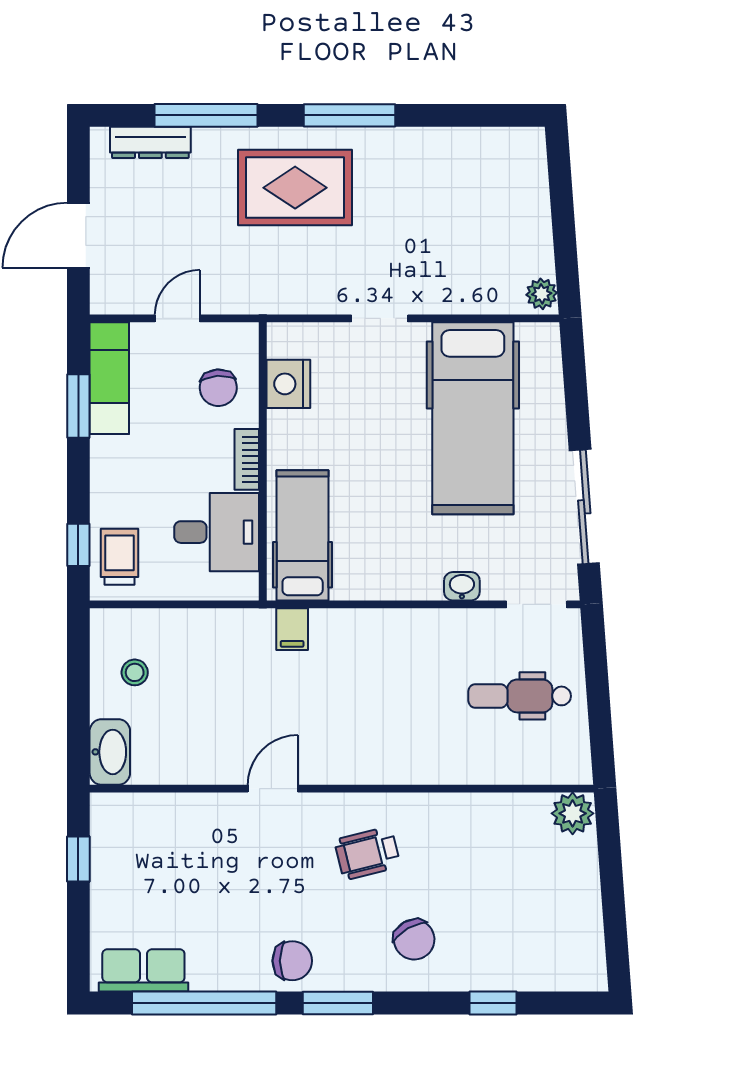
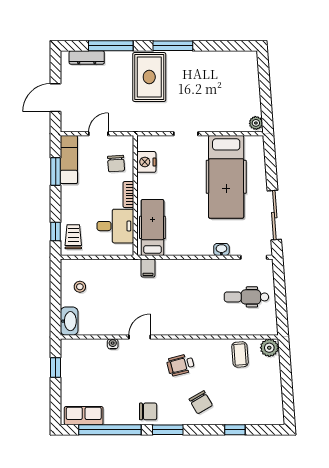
rug: (295, 188) -> (149, 77), turned 90
water cooler: (211, 804) -> (113, 344), added
coffee table: (505, 829) -> (240, 354), added

